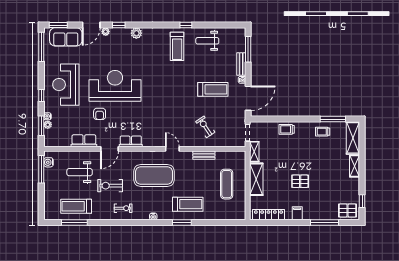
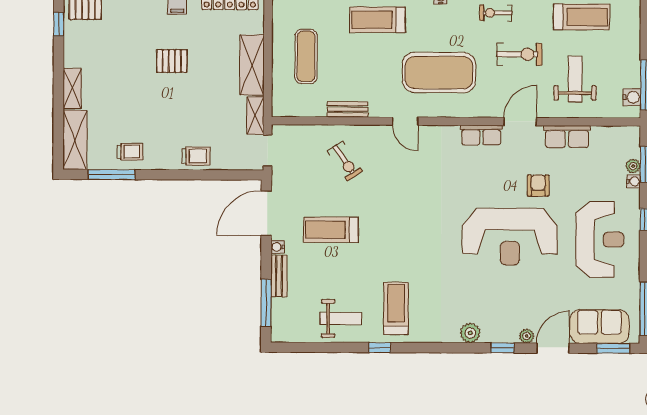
weight bench: (80, 172) -> (575, 79), turned -90

